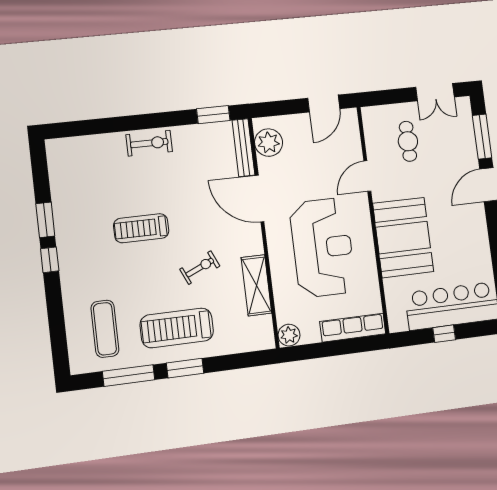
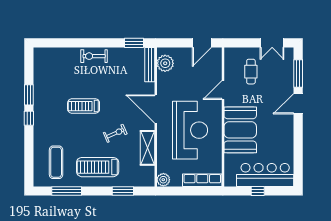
exercise bike: (149, 143) -> (94, 56), turned 180
door: (260, 199) -> (156, 109), moved
window: (185, 368) -> (123, 191), moved

